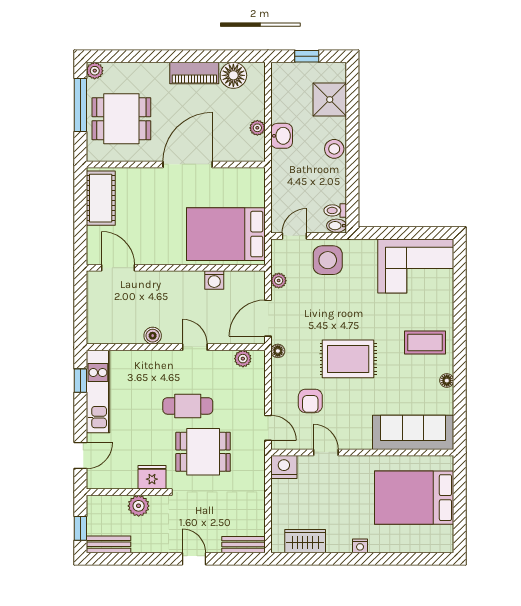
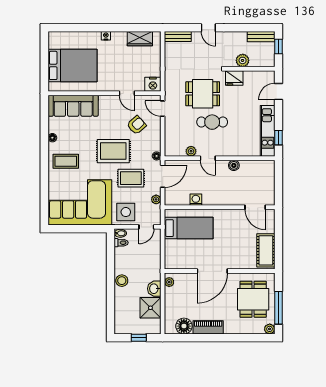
shower: (330, 100) -> (150, 308), moved
dining table: (121, 119) -> (253, 299), turned 90
plant: (257, 128) -> (169, 282), moved
bed: (226, 234) -> (189, 228), width x0.67
corner sofa: (416, 266) -> (80, 202), width x1.36, depth x1.36
rug: (319, 315) -> (131, 178), added
plant: (243, 359) -> (191, 151), moved
armchair: (310, 401) -> (137, 125), turned 48

